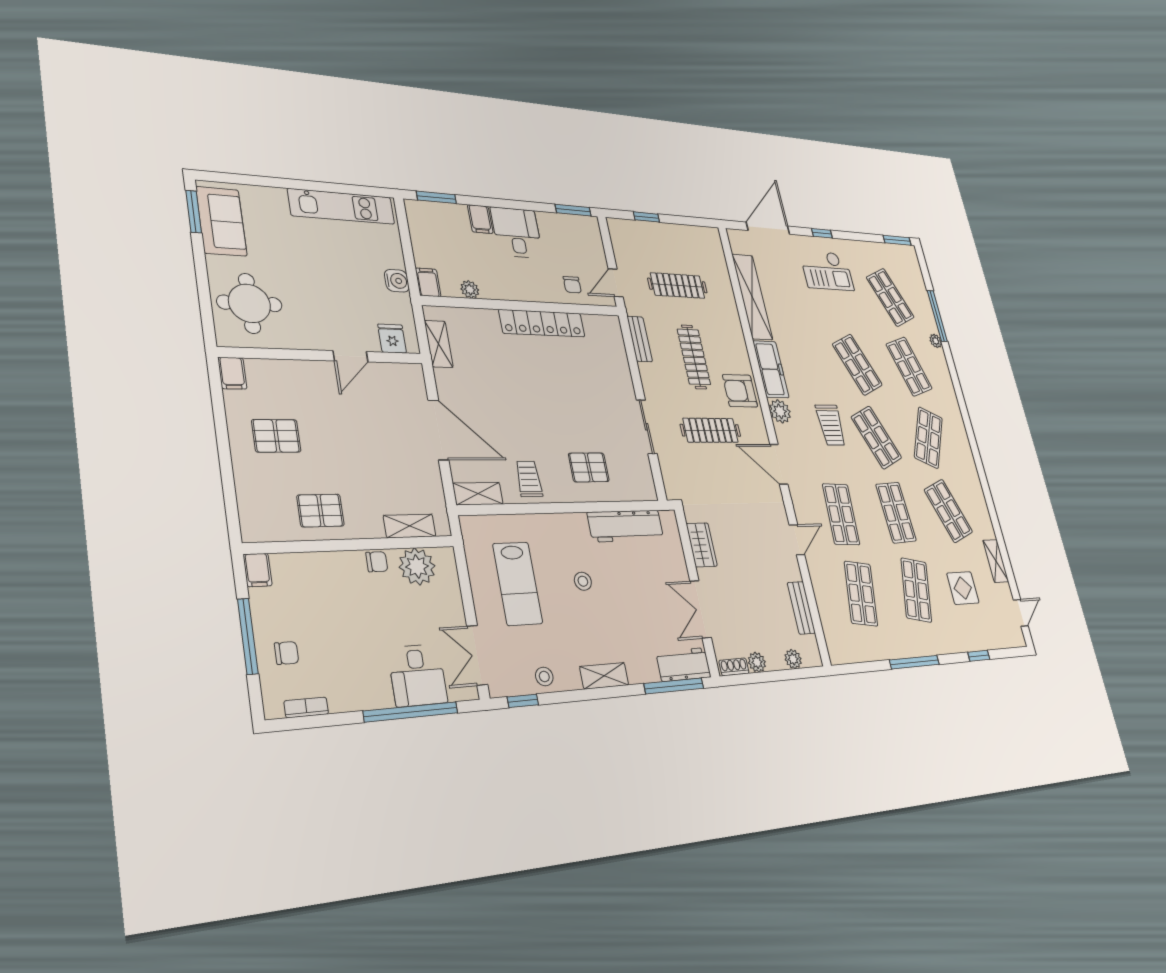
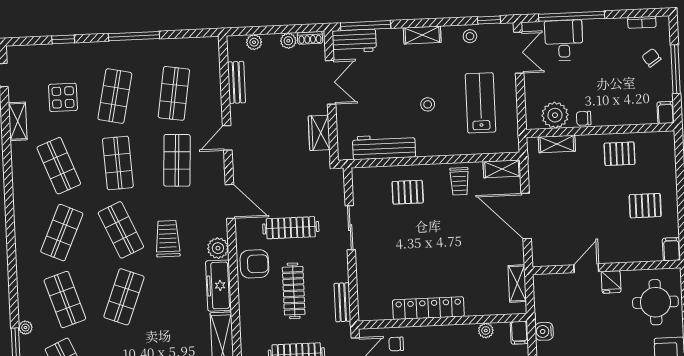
chair: (572, 285) -> (396, 344), turned -90
fridge: (392, 339) -> (611, 282), moved
shop shelf: (857, 365) -> (124, 297), turned 45
chair: (287, 653) -> (651, 58), turned 56

